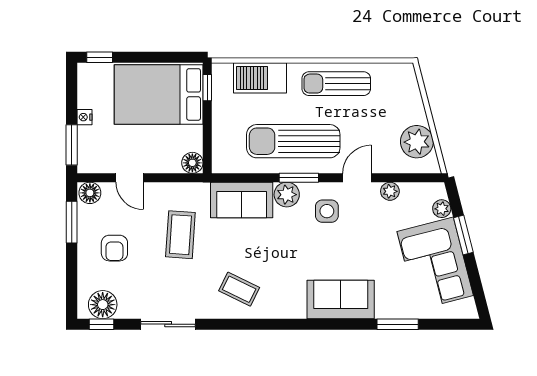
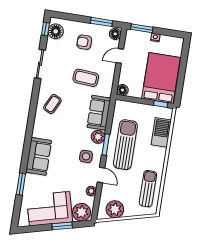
window: (100, 57) -> (185, 50), removed
sun lounger: (336, 84) -> (148, 189), moved
plant: (442, 209) -> (82, 212), width x1.87, depth x1.87

